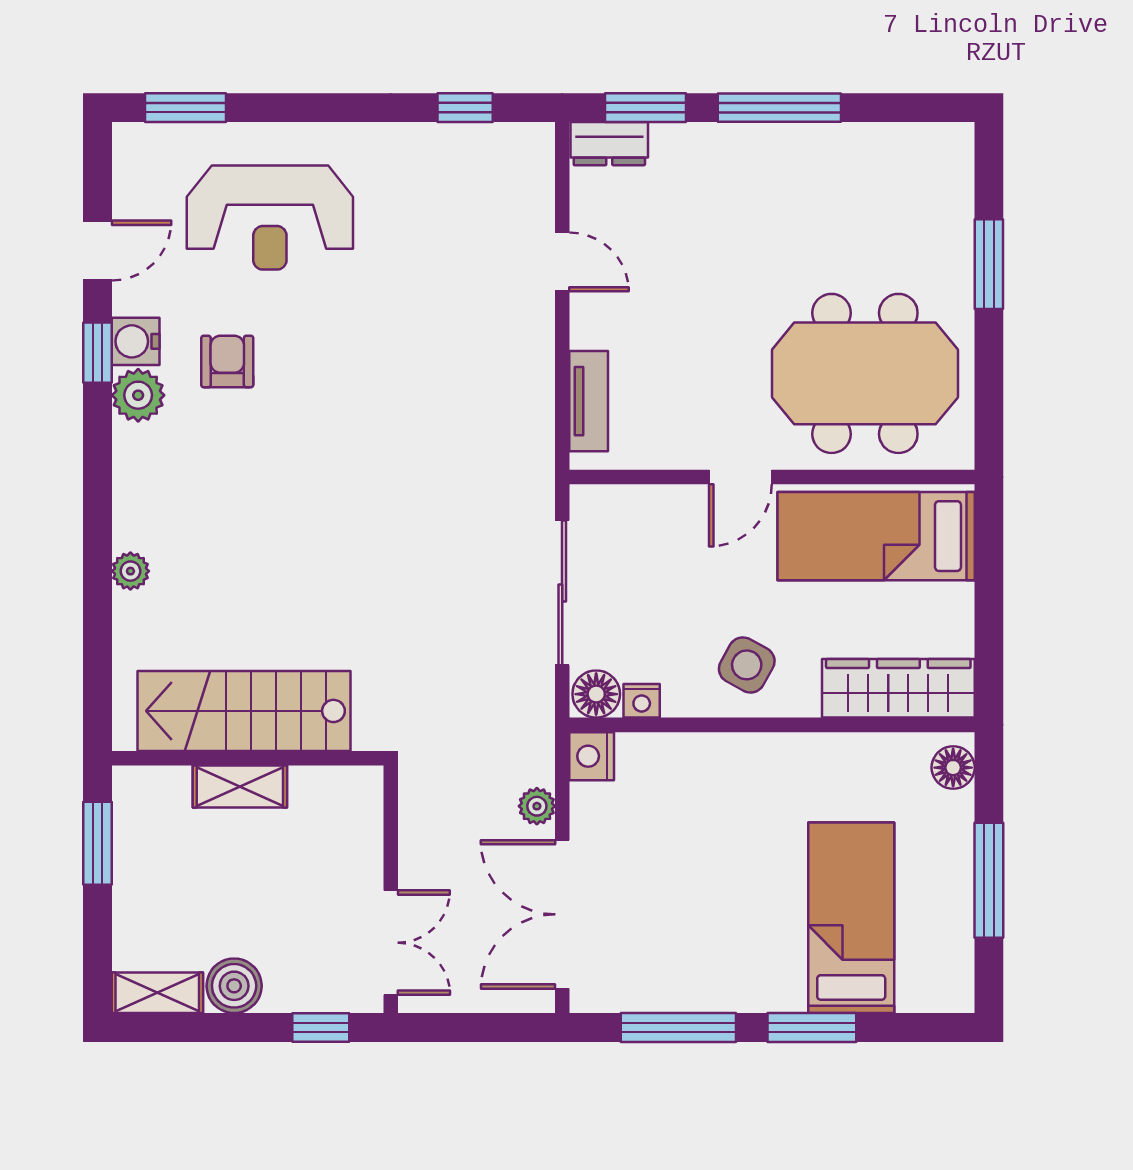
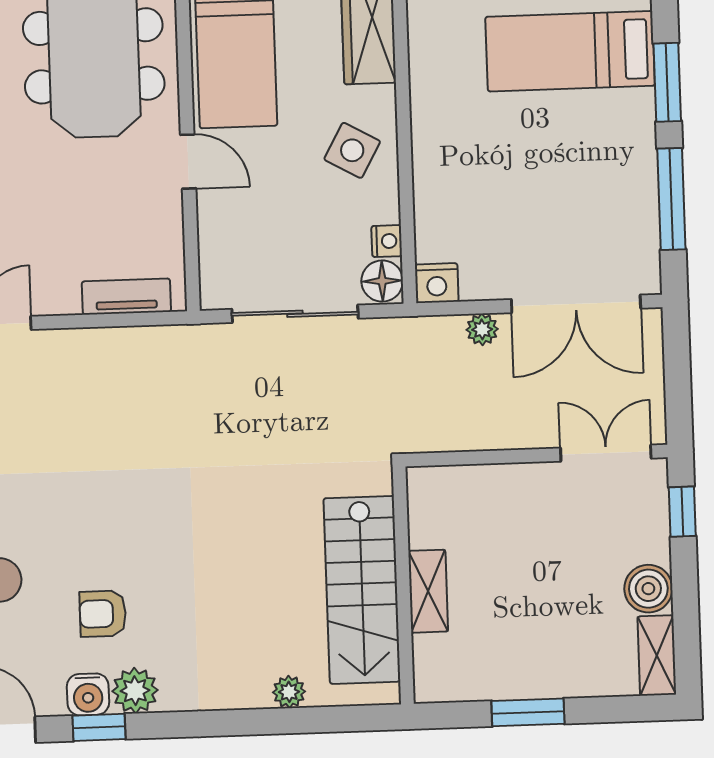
stairs: (244, 711) -> (362, 590), moved
wall: (248, 758) -> (403, 585), moved
shelving: (240, 787) -> (428, 591), moved

